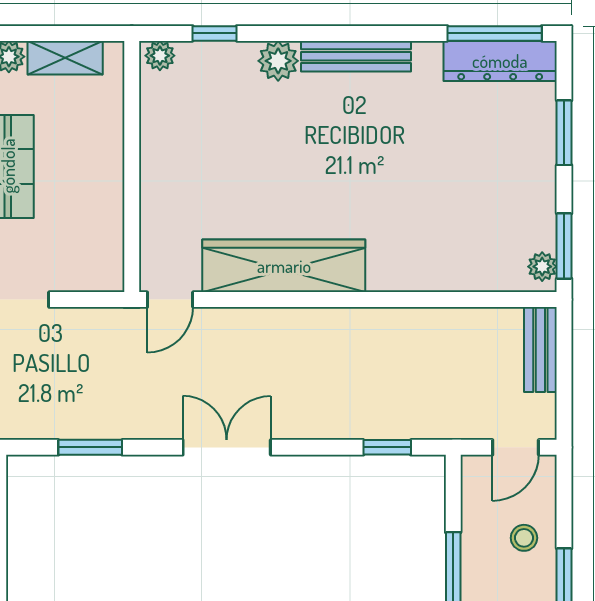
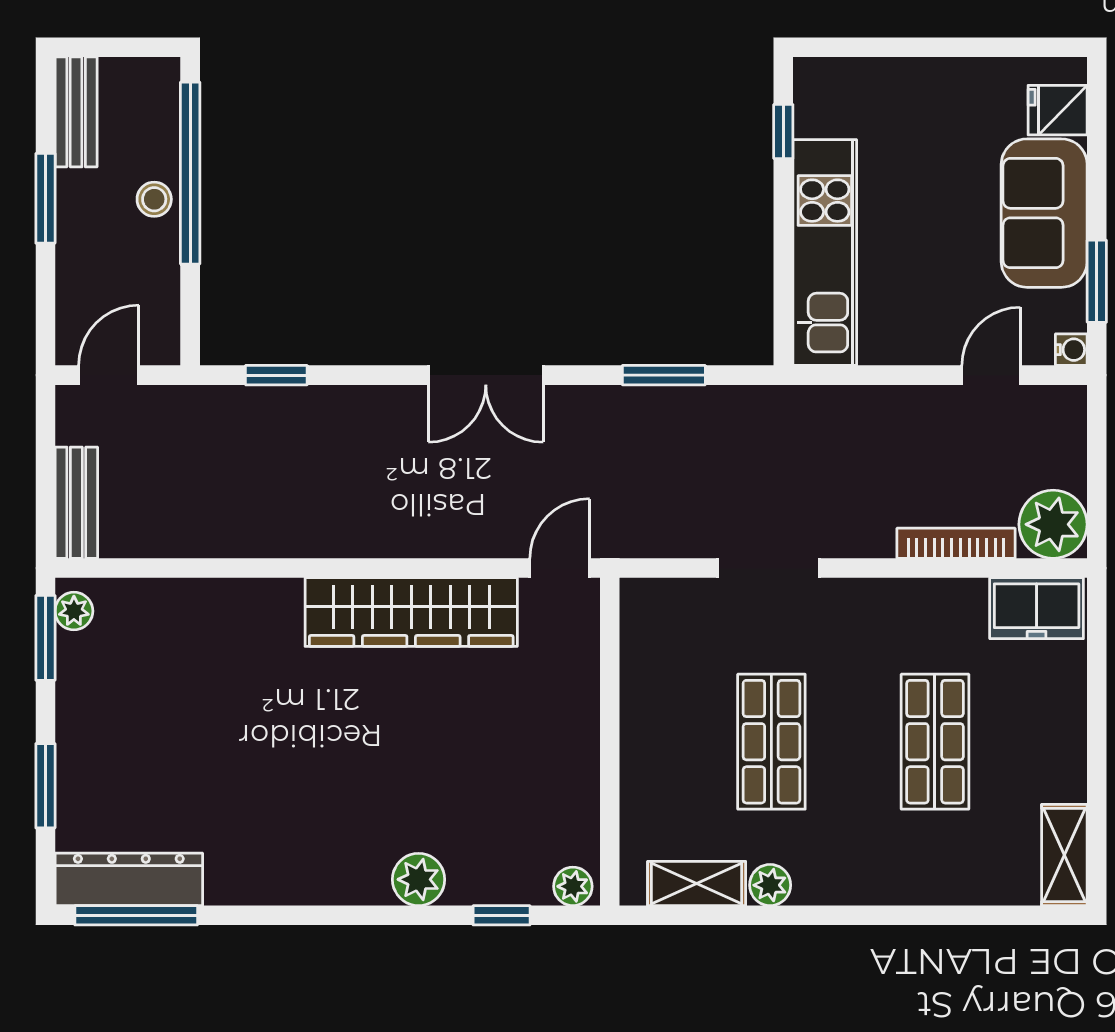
bench: (356, 56) -> (317, 886), removed
stool: (524, 538) -> (154, 199), moved

